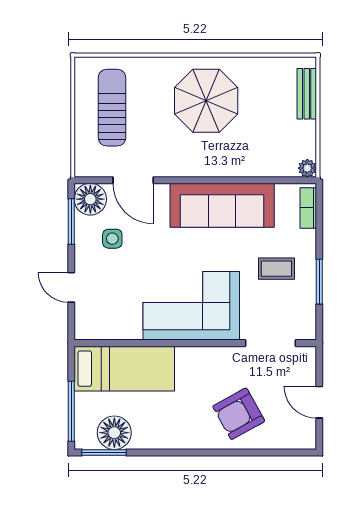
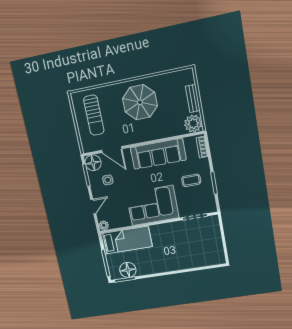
bench: (307, 94) -> (193, 98), moved
sun lounger: (112, 108) -> (94, 115), turned 180
plant: (307, 168) -> (193, 124), width x1.88, depth x1.88
door: (71, 287) -> (93, 207), swing flipped
plant: (84, 330) -> (104, 225), added
door: (319, 402) -> (224, 241), removed
armchair: (239, 414) -> (185, 252), removed

